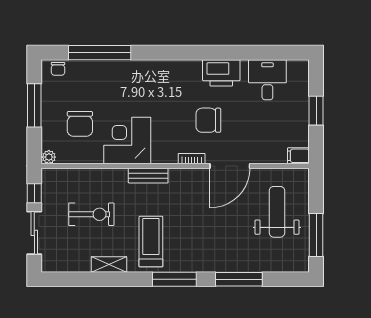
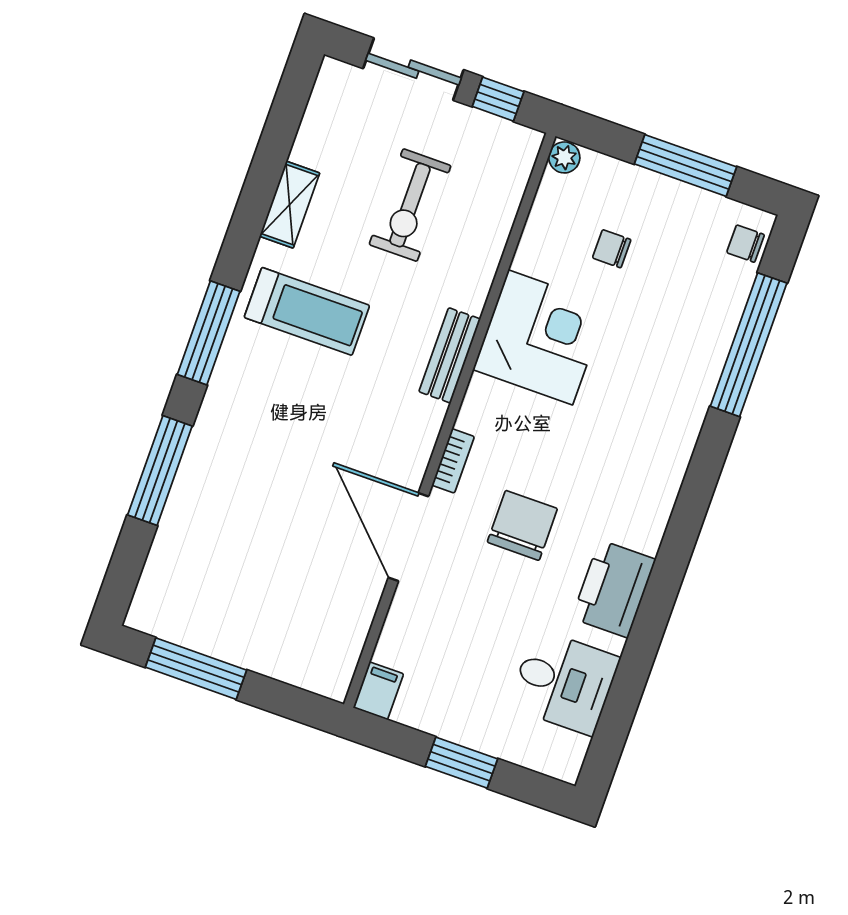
chair: (80, 124) -> (612, 249), width x0.54, depth x0.54
weight bench: (277, 212) -> (275, 603), removed

